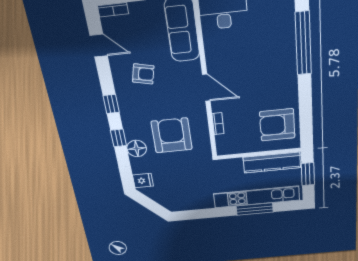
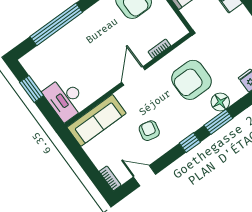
door: (99, 46) -> (145, 176), hinge flipped
window: (118, 138) -> (218, 122), width x1.50

